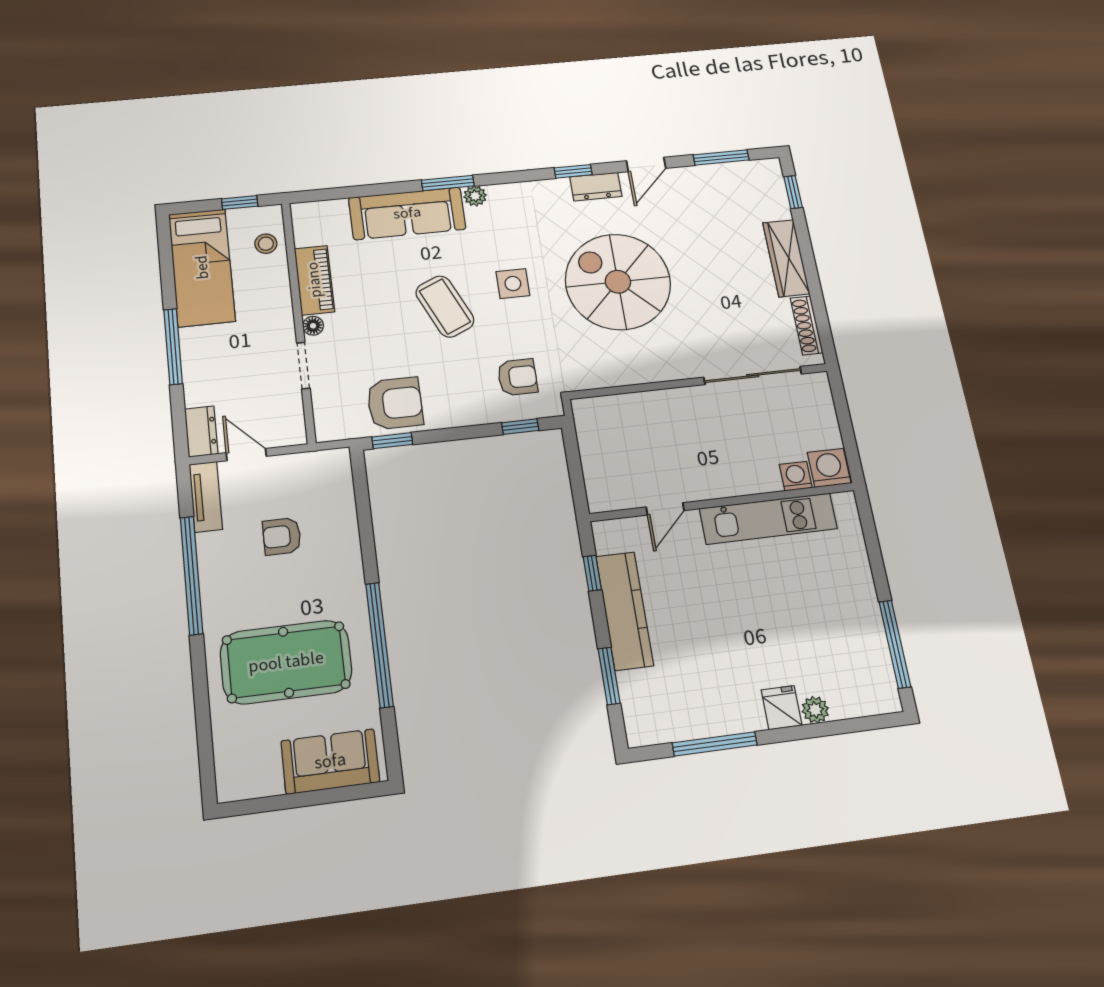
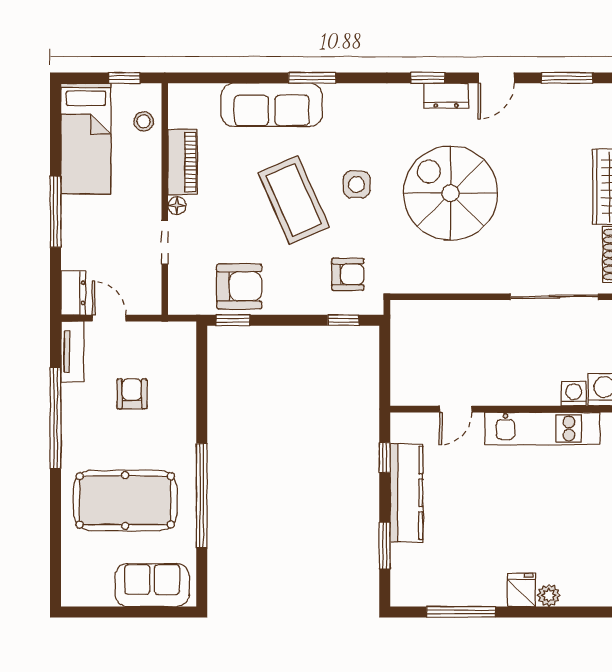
plant: (475, 196) -> (335, 94), removed
coffee table: (445, 306) -> (294, 200), width x1.36, depth x1.32
armchair: (282, 536) -> (132, 394), turned 90

